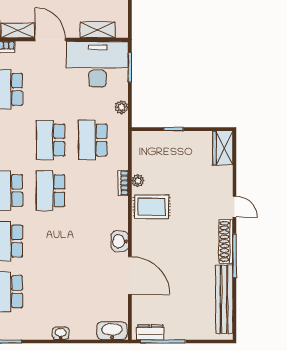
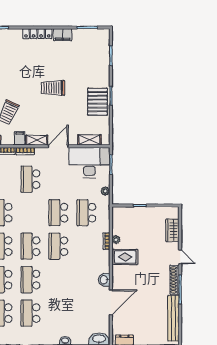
door: (50, 40) -> (58, 146), hinge flipped
wardrobe: (223, 148) -> (172, 230), moved
door: (130, 275) -> (111, 302), hinge flipped

